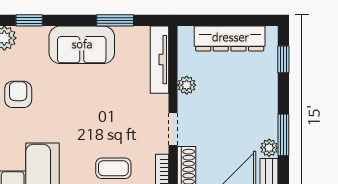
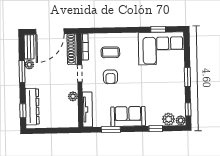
dresser: (230, 38) -> (32, 107), moved, turned 90
armchair: (18, 94) -> (110, 77), moved

